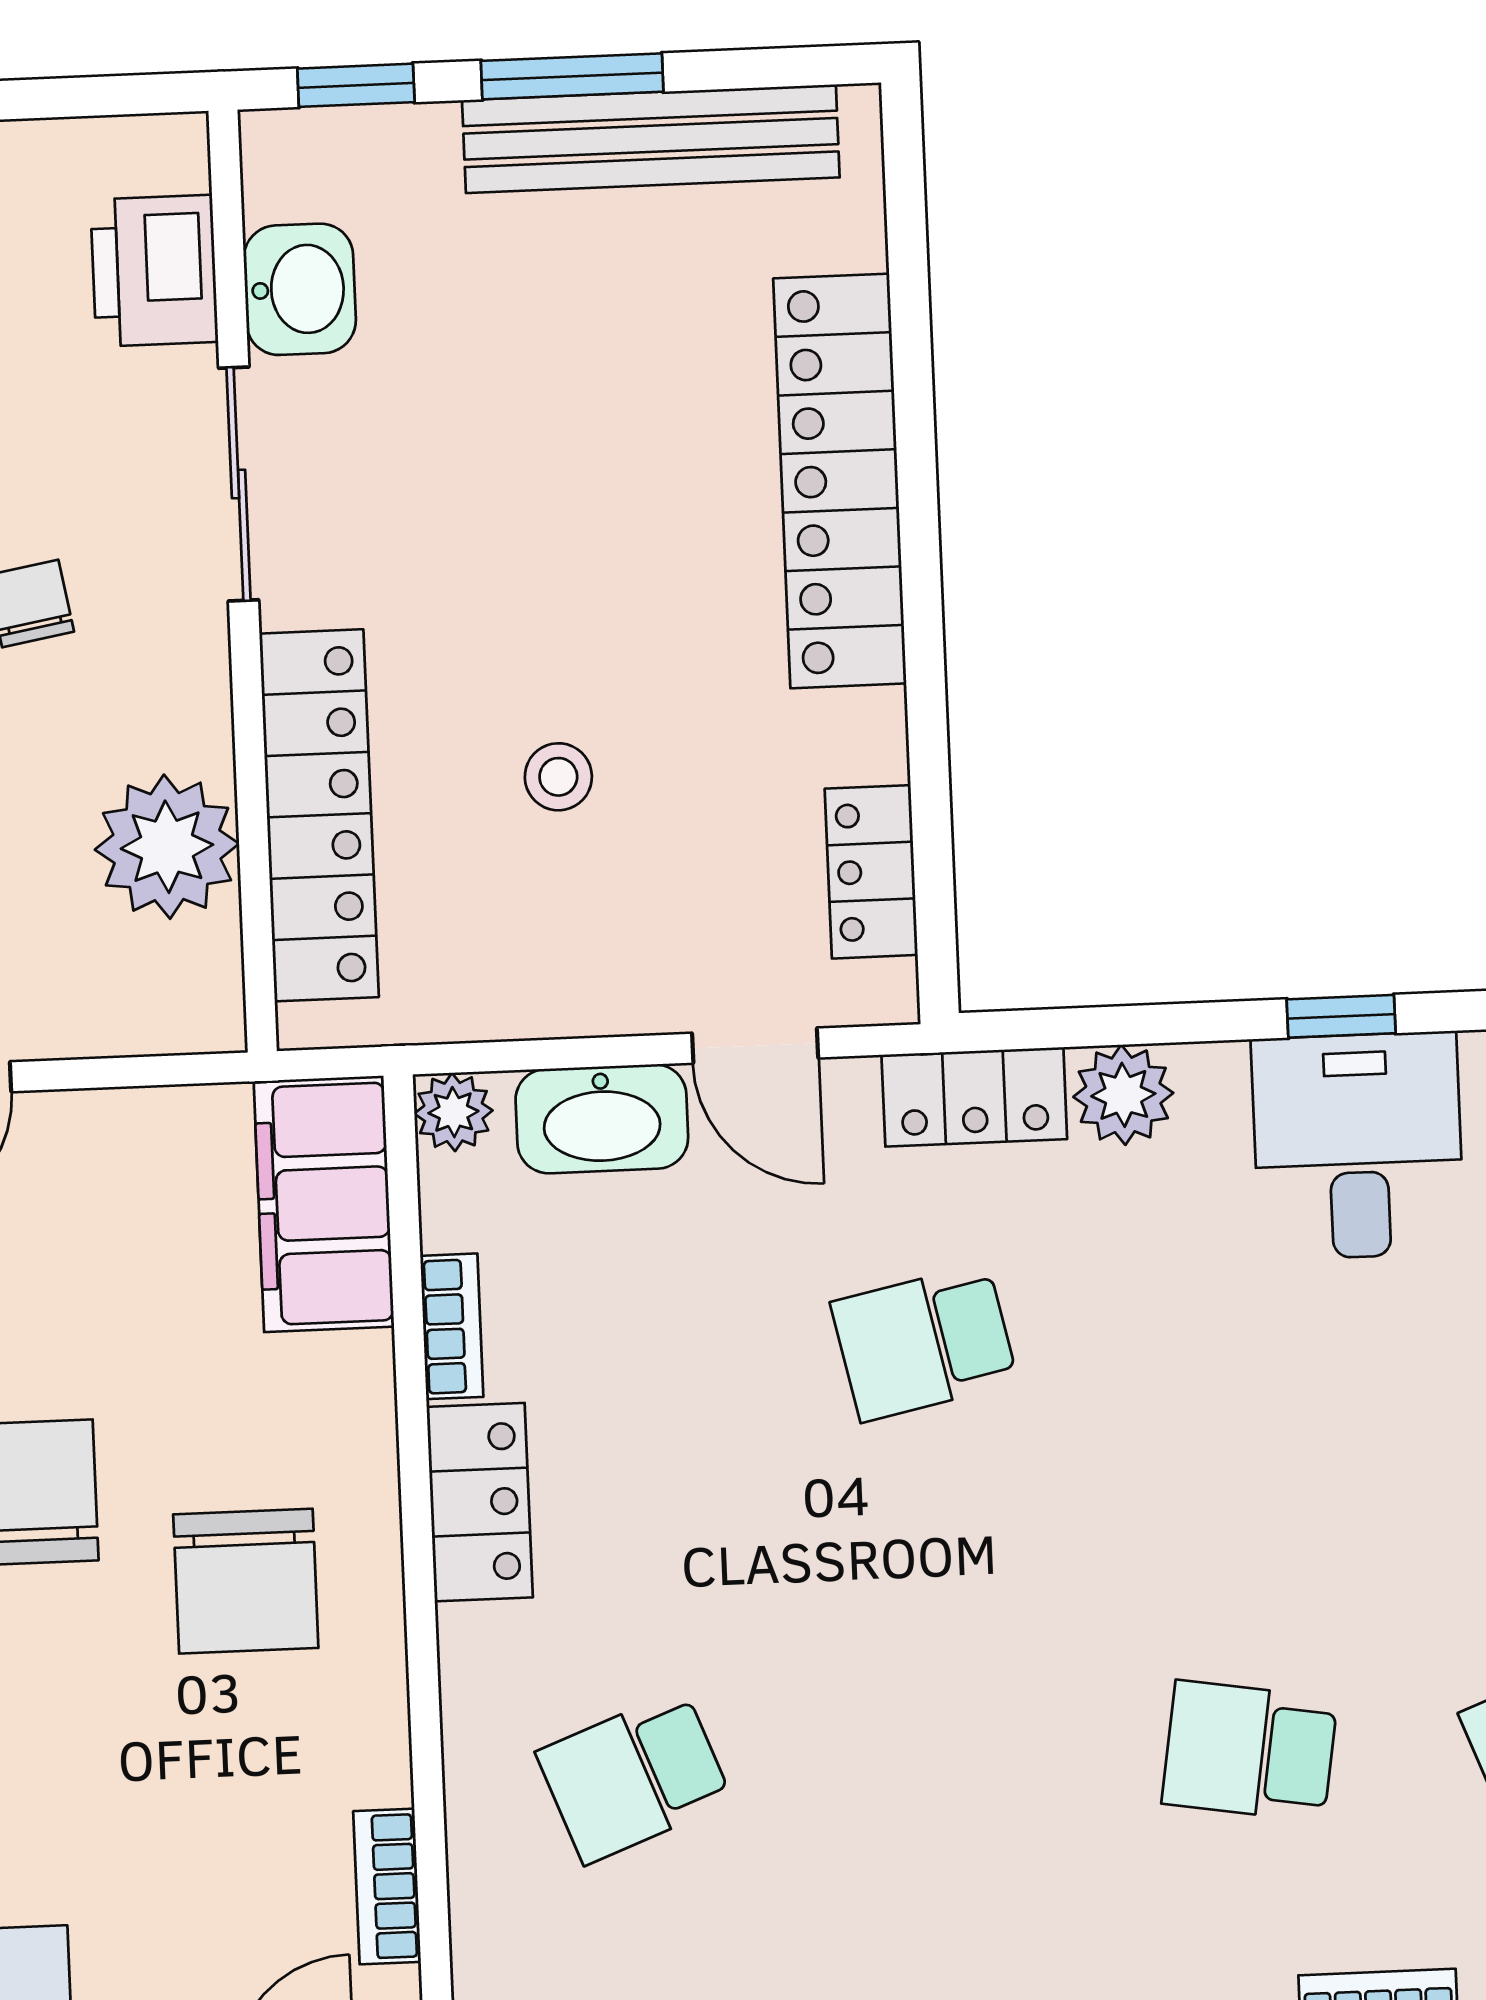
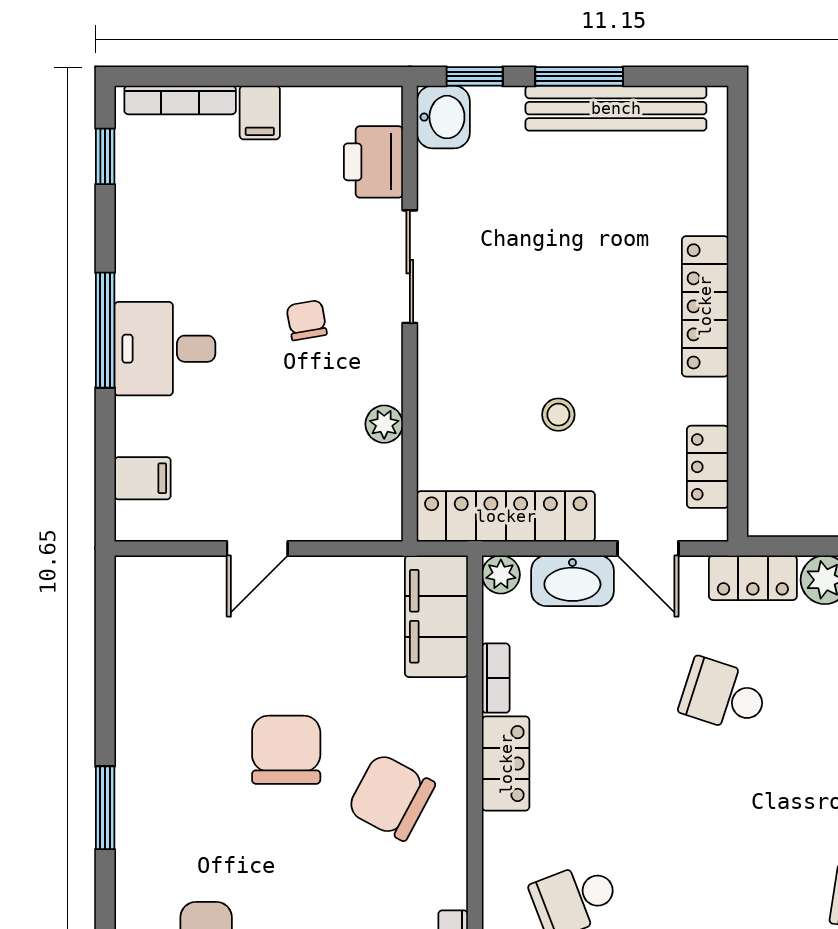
washbasin: (300, 289) -> (443, 117), moved
locker: (840, 481) -> (705, 306), width x0.71, depth x0.83
locker: (319, 815) -> (506, 516), moved, turned -90
plant: (167, 847) -> (384, 424), width x0.53, depth x0.53
school desk: (924, 1342) -> (724, 695), turned 30
chair: (246, 1581) -> (391, 797), turned 118

